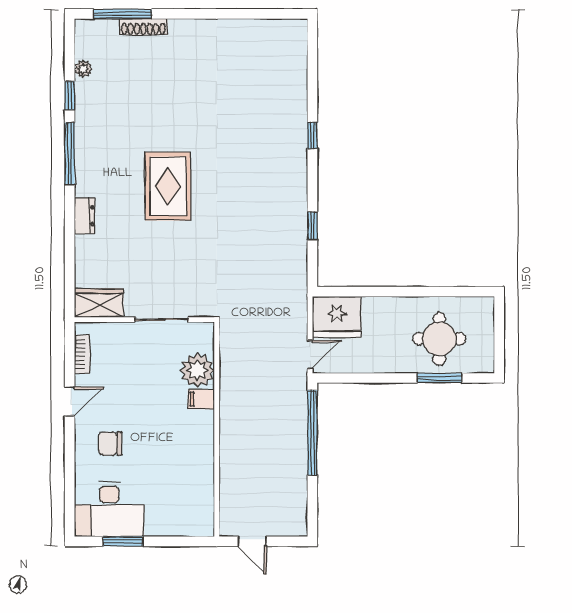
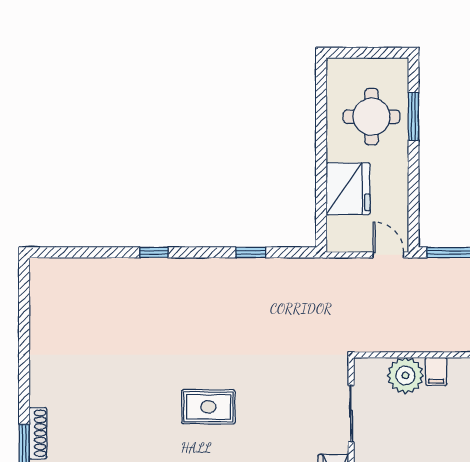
rug: (168, 186) -> (208, 407), width x0.73, depth x0.70
fridge: (337, 317) -> (348, 189), moved

